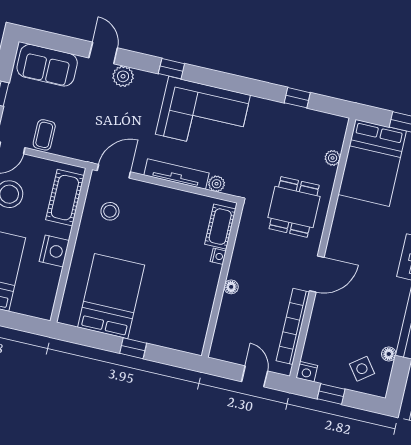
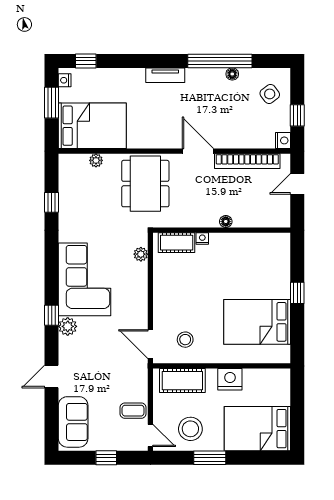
plant: (123, 76) -> (68, 326), moved
tv unit: (177, 174) -> (140, 290), removed
dining table: (294, 207) -> (145, 184), width x1.38
floor lamp: (389, 354) -> (232, 74), moved

